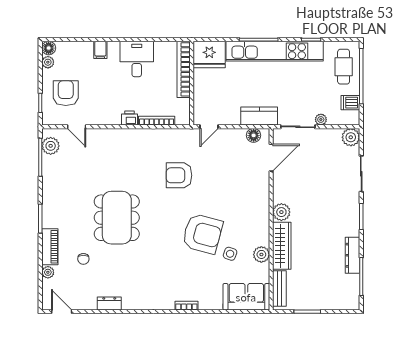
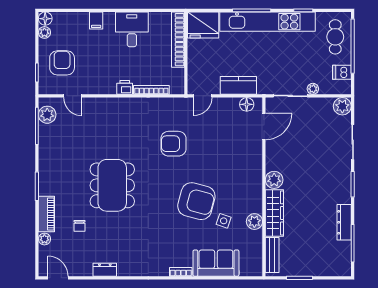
kitchen counter: (259, 116) -> (238, 85), moved
sofa: (246, 297) -> (216, 263), moved

